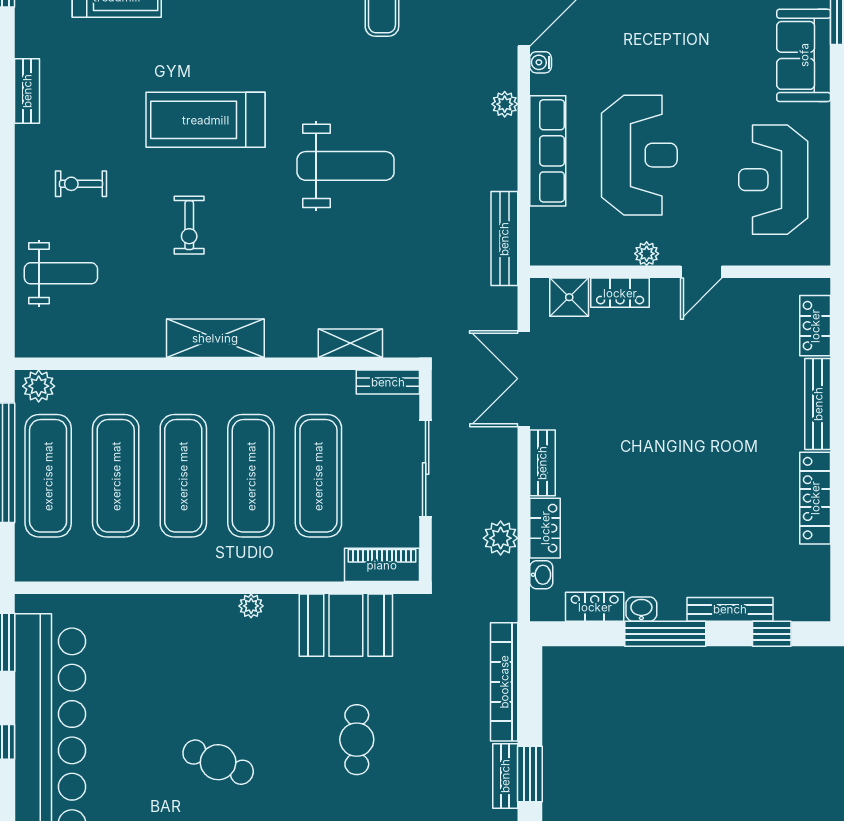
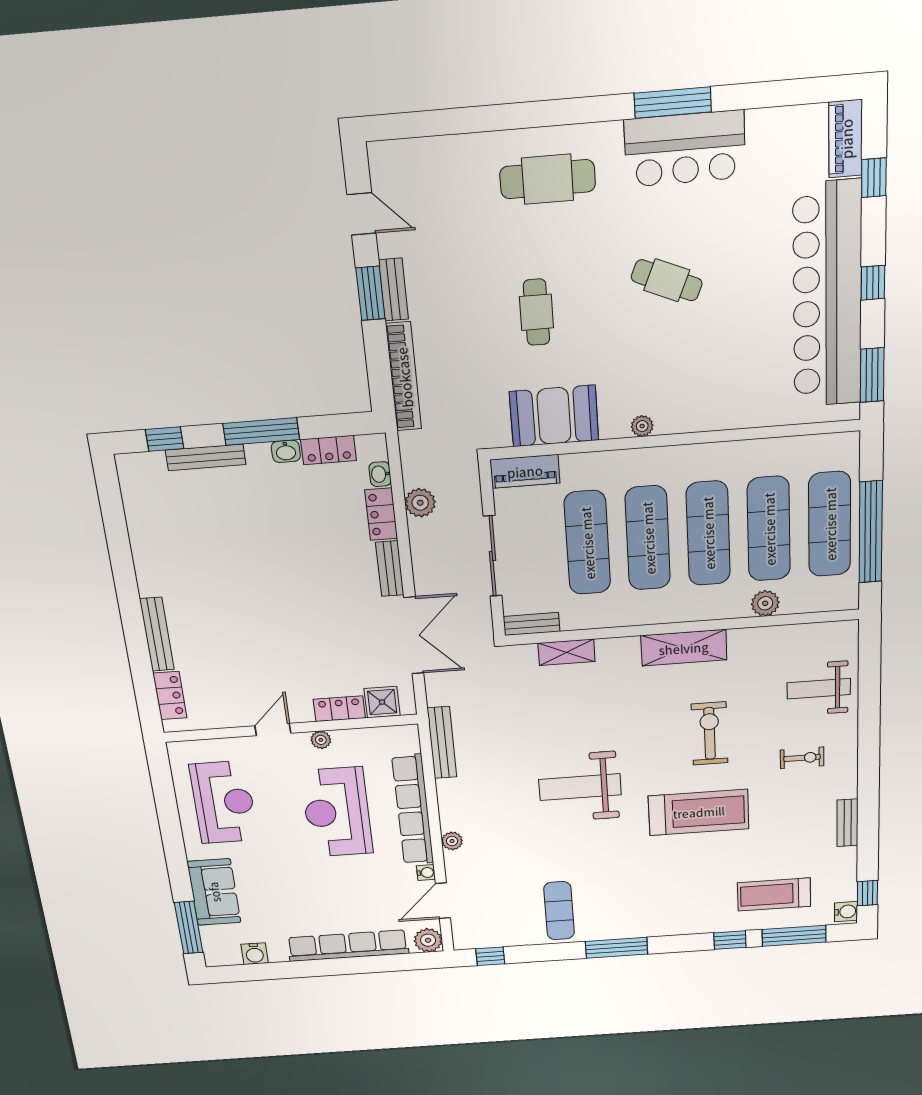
row of seats: (548, 151) -> (413, 810), width x1.36
exercise bike: (189, 225) -> (710, 733), width x1.38, depth x1.39
plant: (39, 386) -> (765, 603), moved
locker: (815, 498) -> (146, 558), removed

